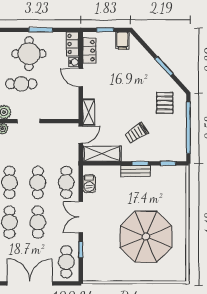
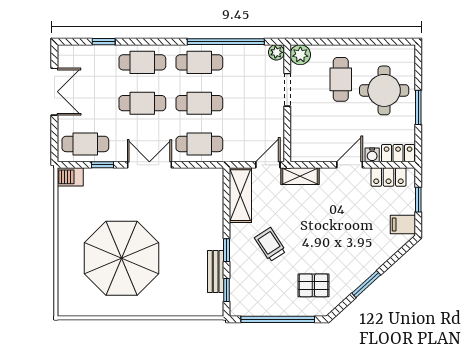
door: (81, 135) -> (268, 165), swing flipped
bench: (136, 171) -> (216, 272), moved
barbecue: (89, 184) -> (70, 177), moved
double door: (30, 283) -> (54, 92), width x0.73

